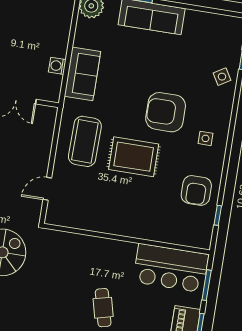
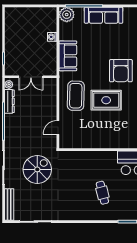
washing machine: (57, 66) -> (52, 37), moved
armchair: (166, 112) -> (121, 71), turned -90

